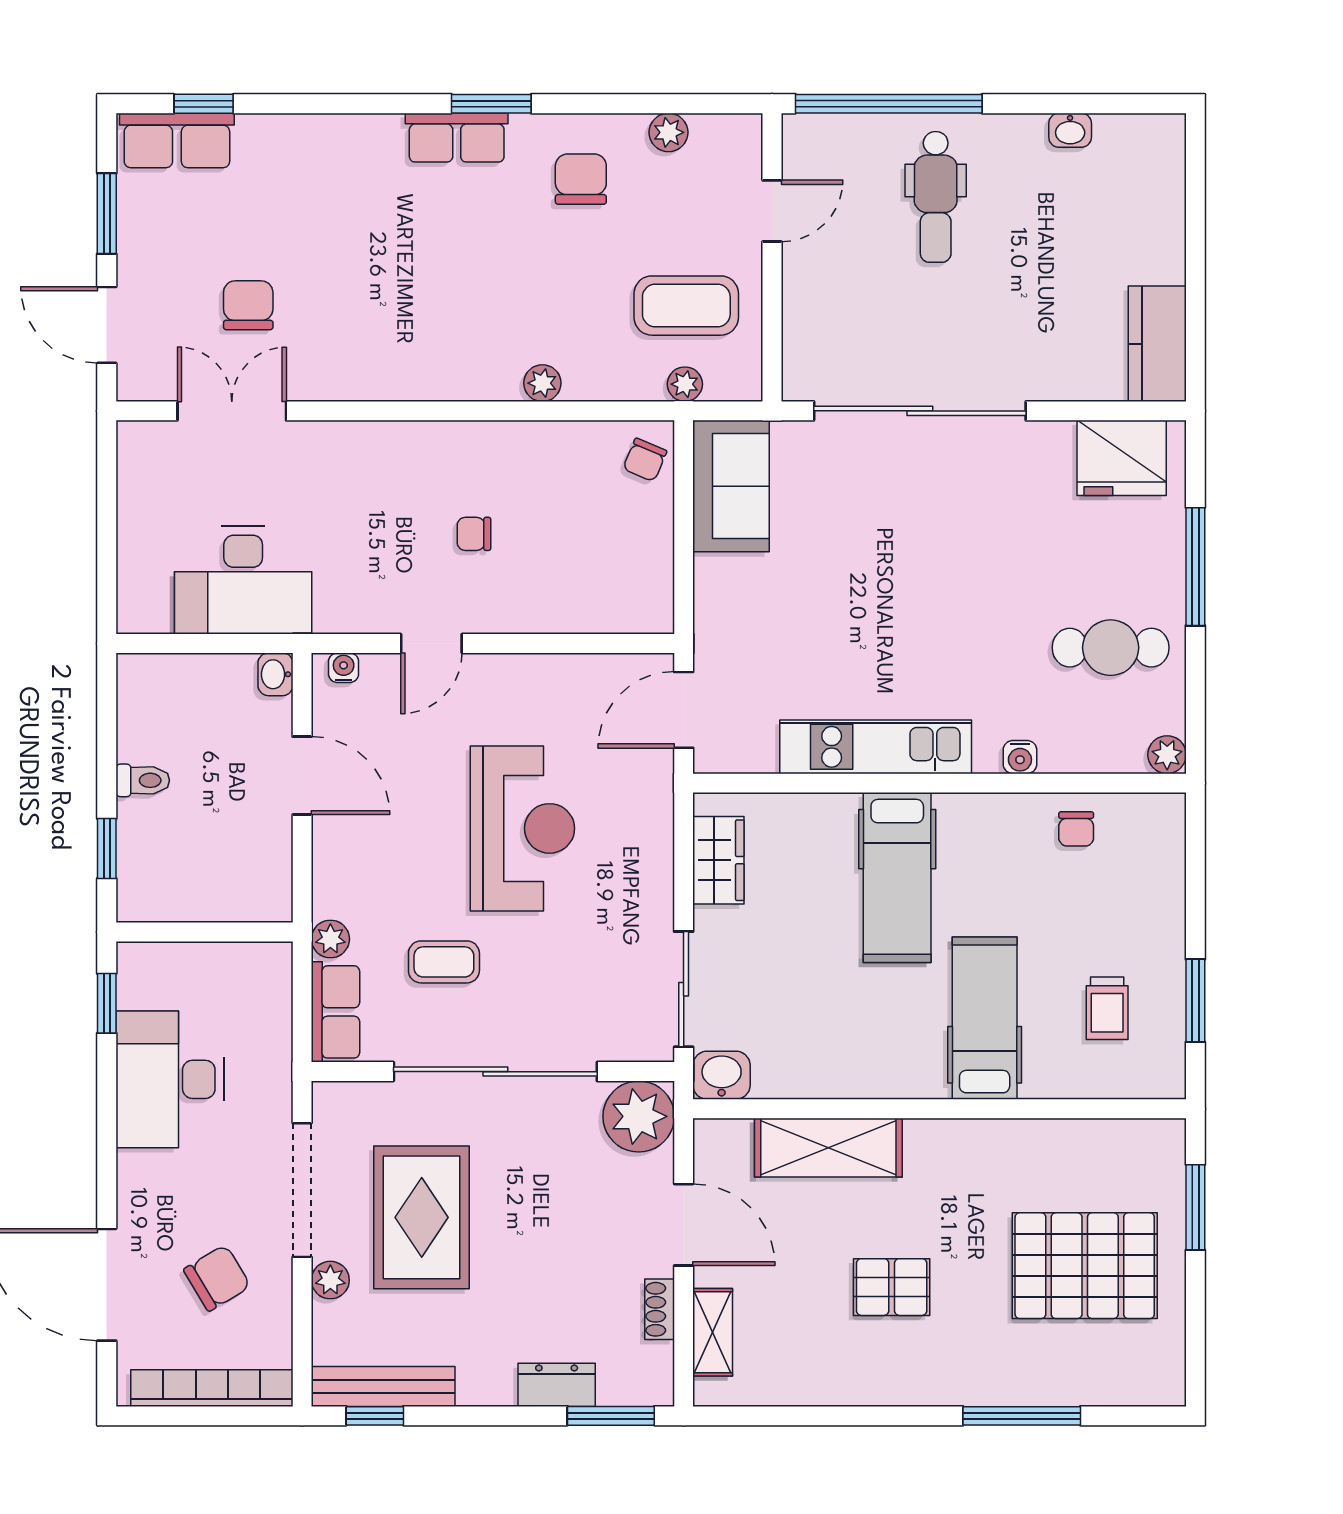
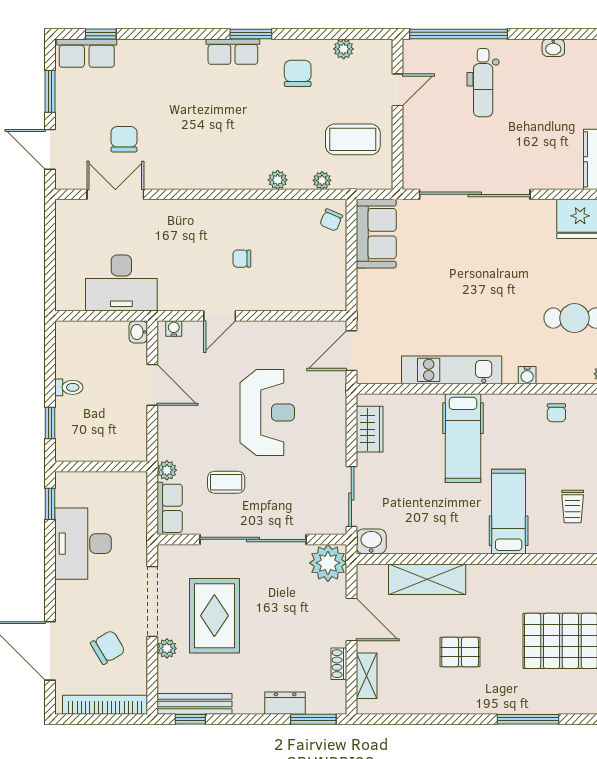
plant: (685, 384) -> (322, 180), moved

